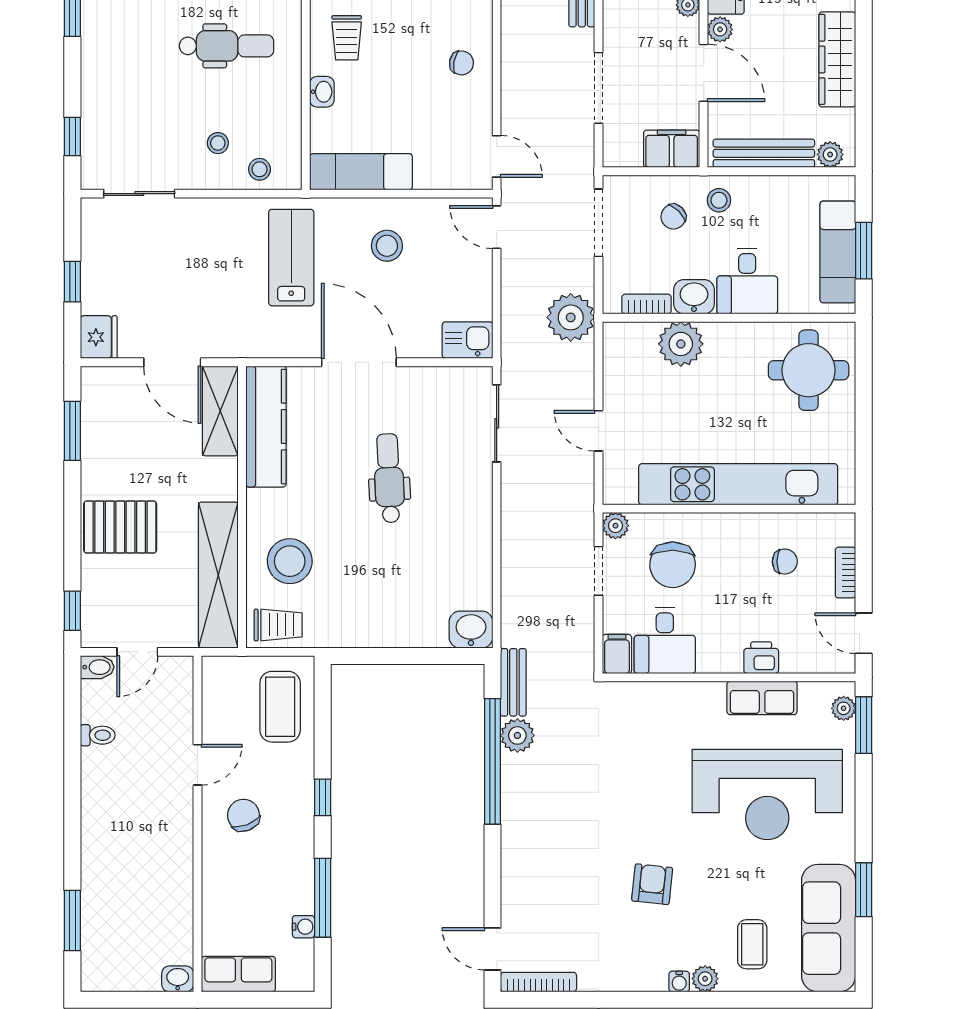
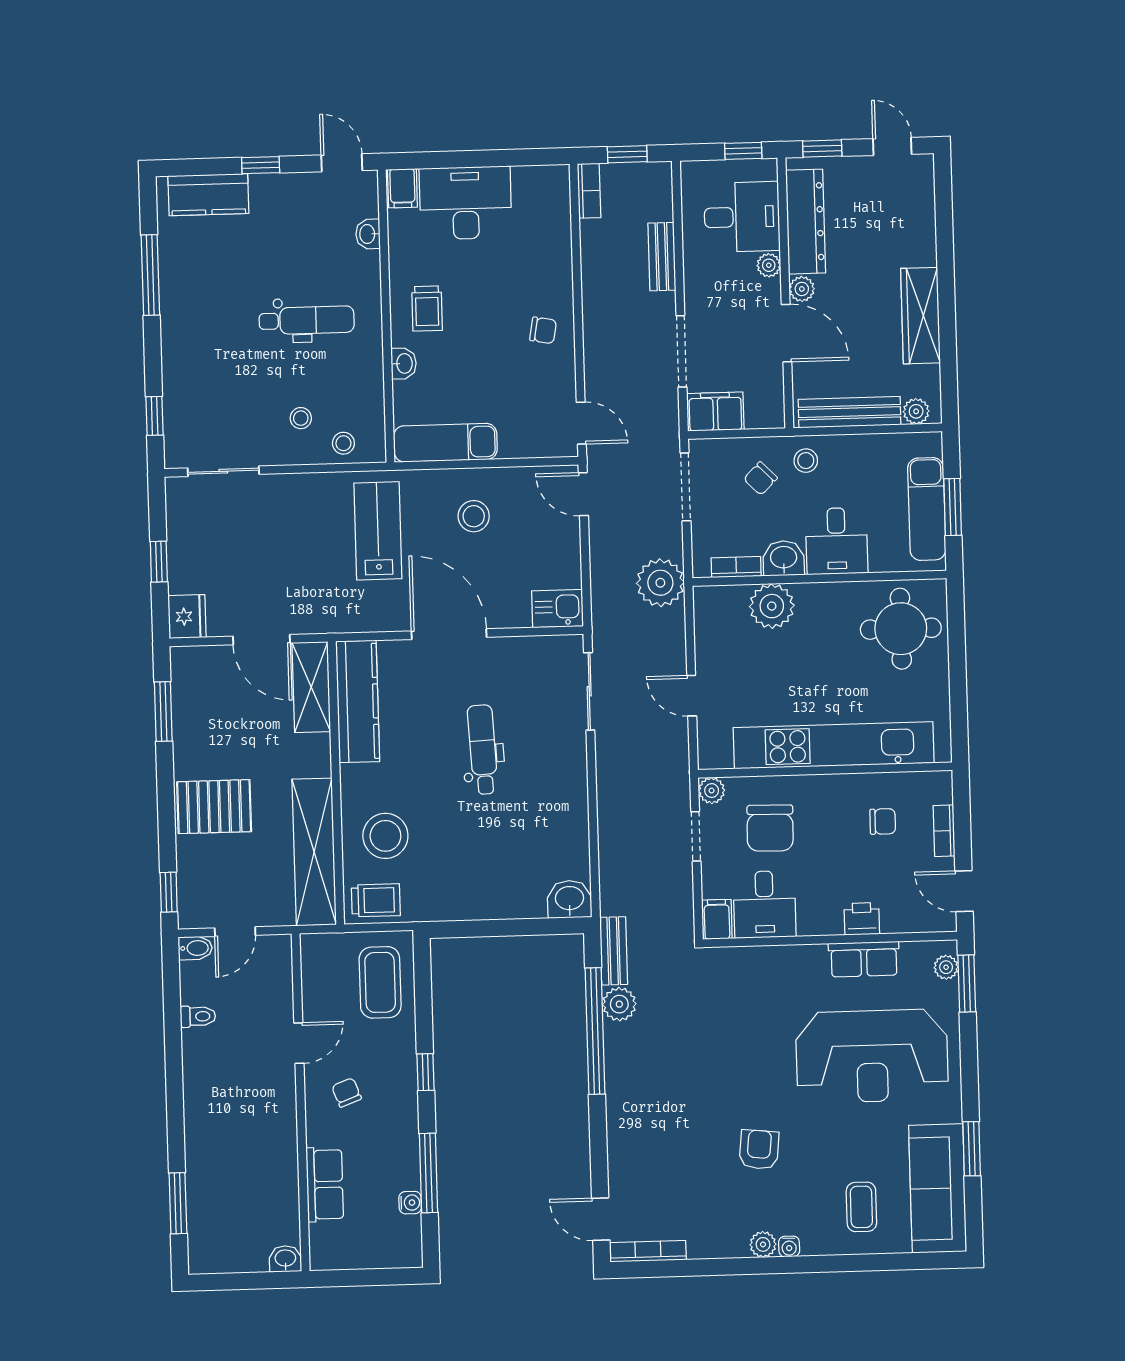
filing cabinet: (672, 149) -> (715, 412), moved
chair: (243, 815) -> (347, 1092), width x0.73, depth x0.73
row of seats: (238, 974) -> (325, 1184), moved, turned 90
plant: (705, 979) -> (763, 1244), moved

